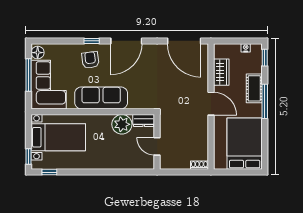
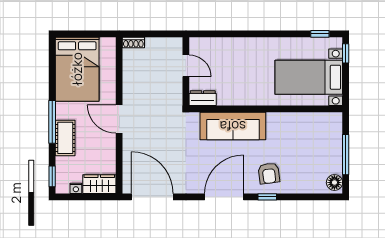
wardrobe: (221, 72) -> (99, 184), moved, turned 90
corner sofa: (49, 85) -> (321, 143), removed
sofa: (101, 98) -> (233, 126), moved
plant: (122, 124) -> (230, 93), removed

